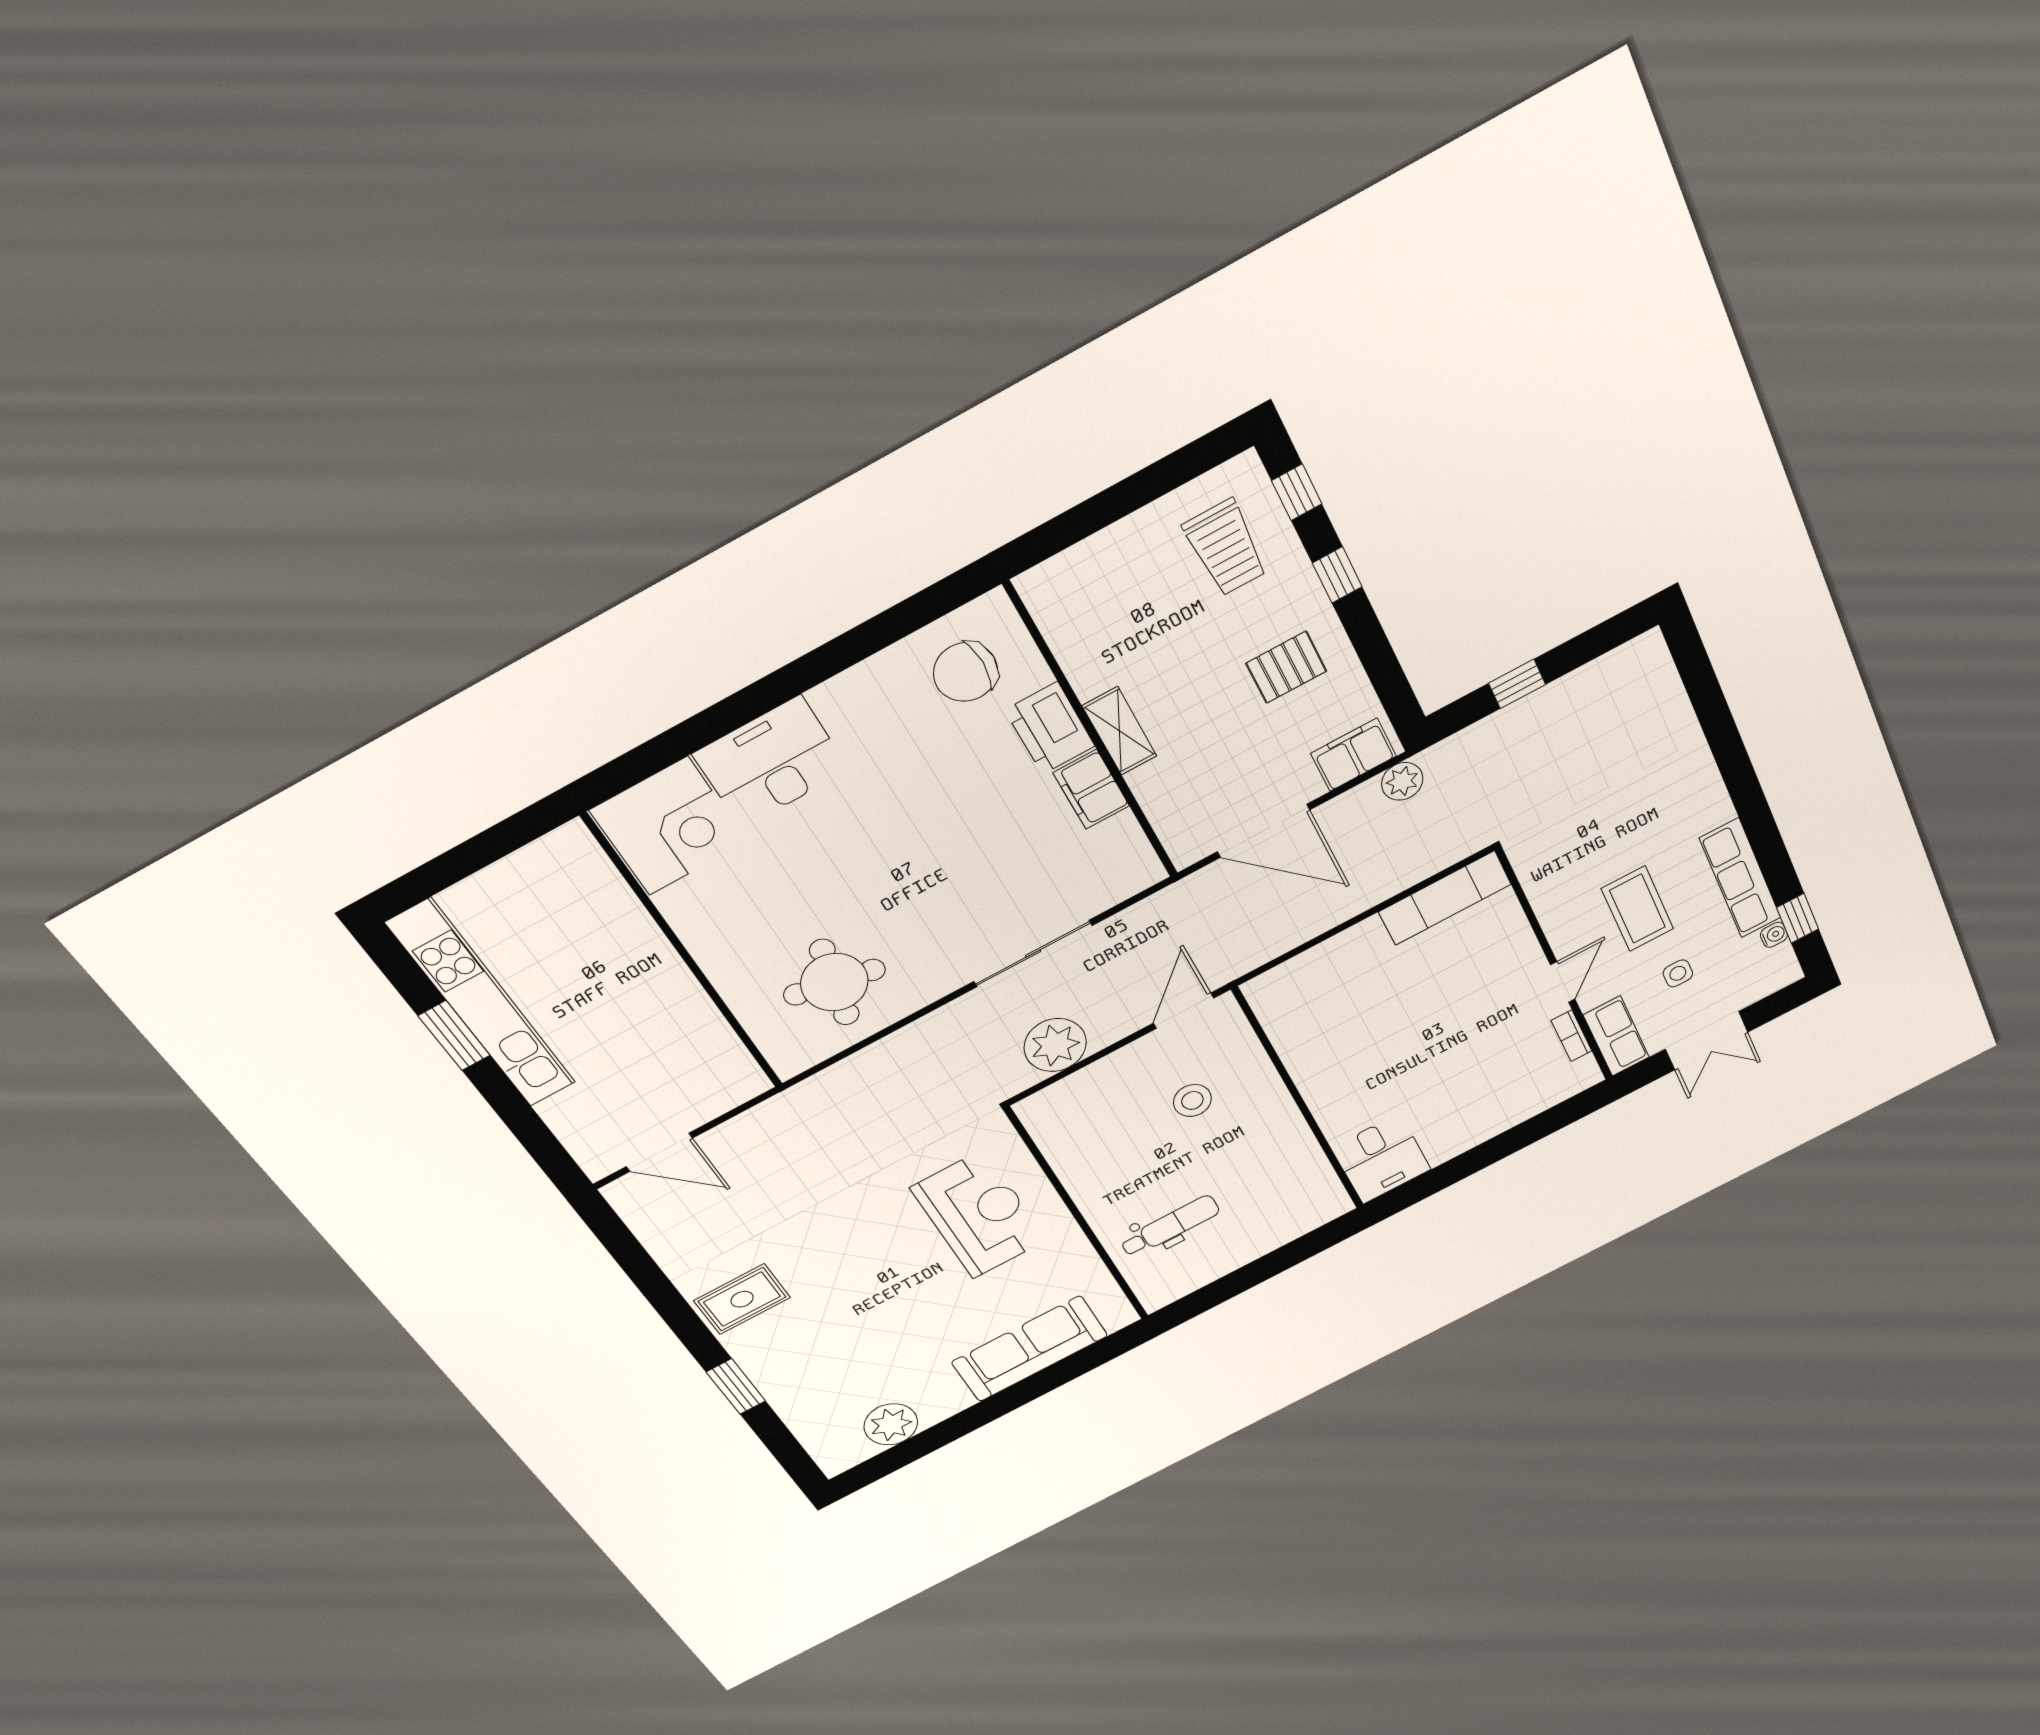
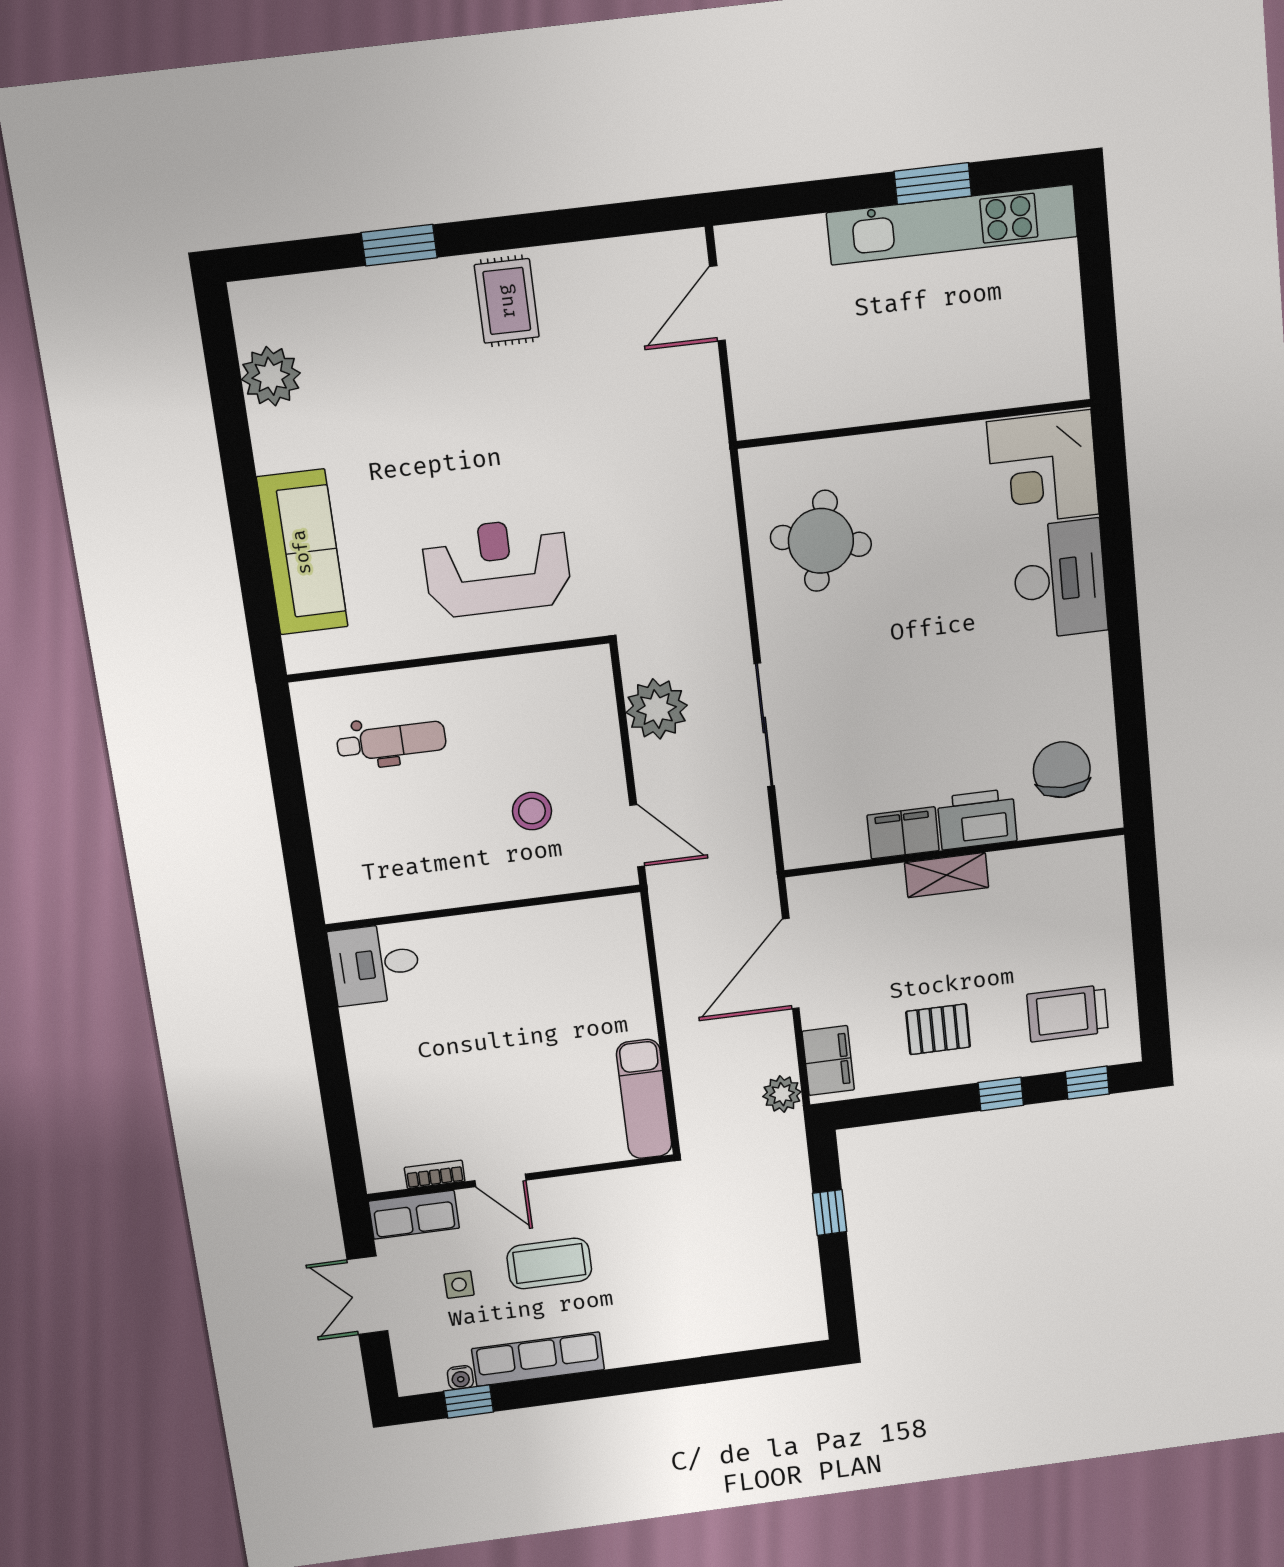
pallet: (1286, 667) -> (938, 1029), turned 90
reception desk: (979, 1214) -> (497, 567), turned 180
dental chair: (1170, 1226) -> (391, 741), turned -90

